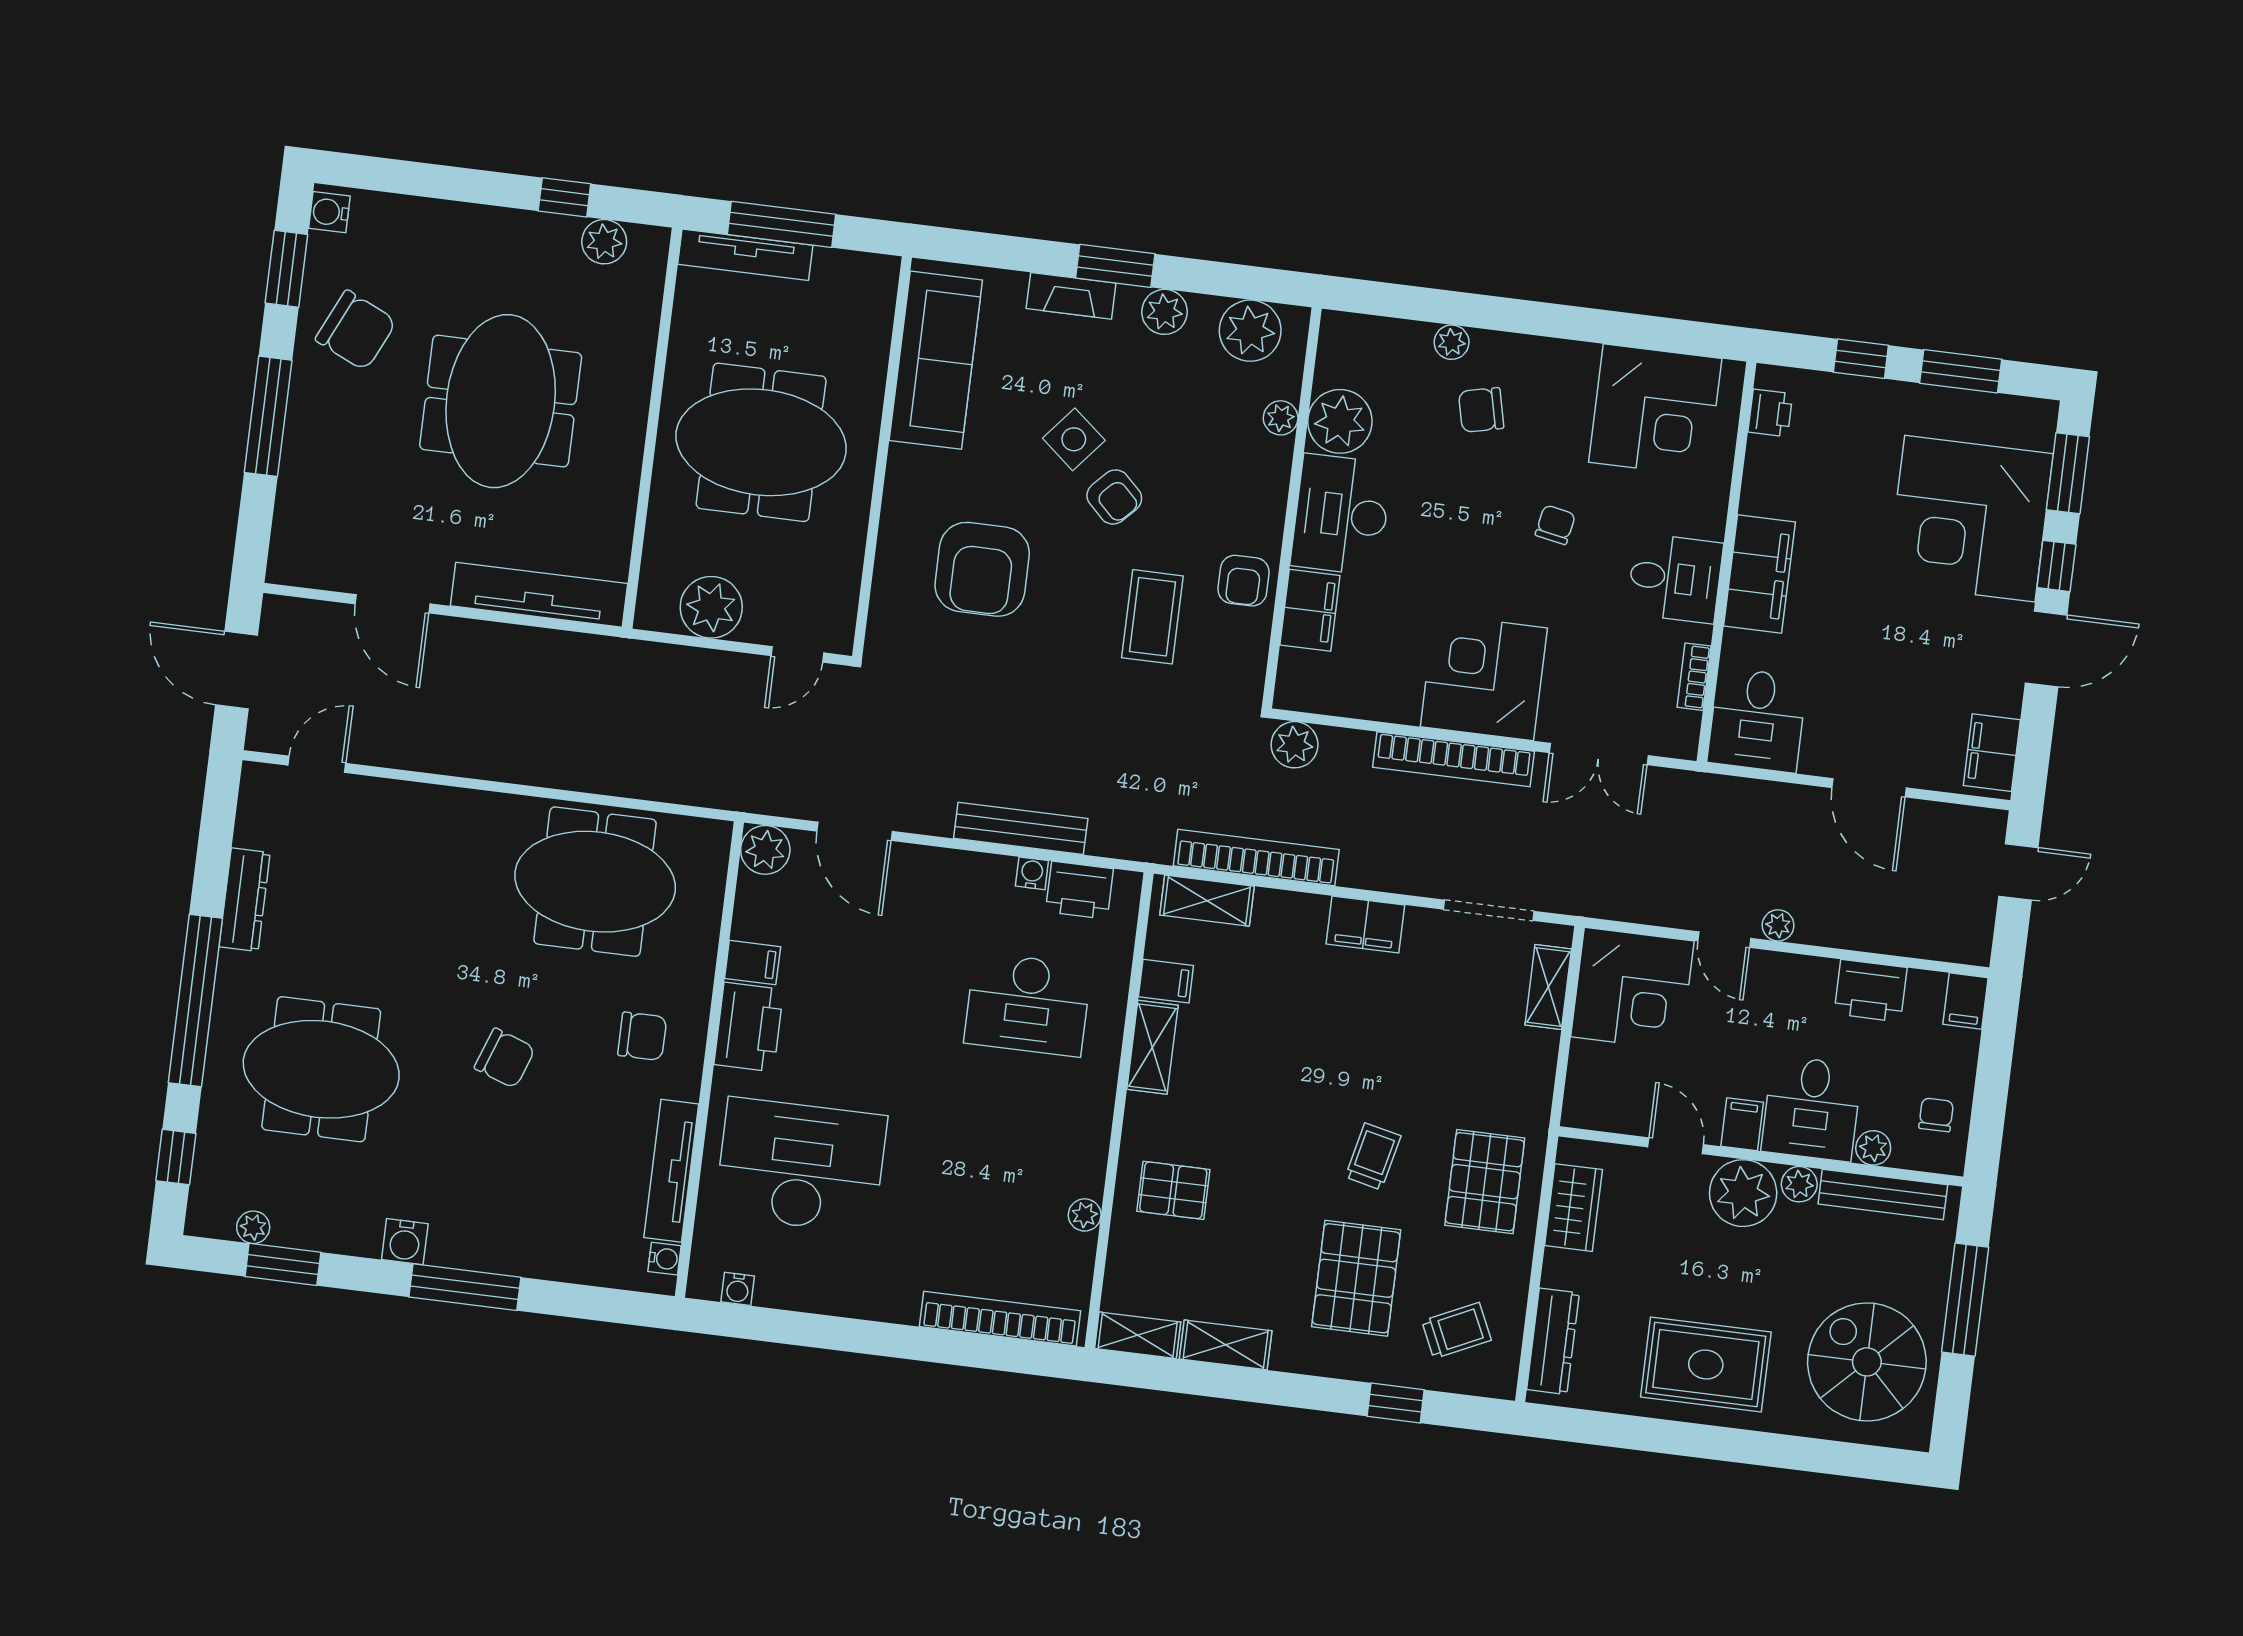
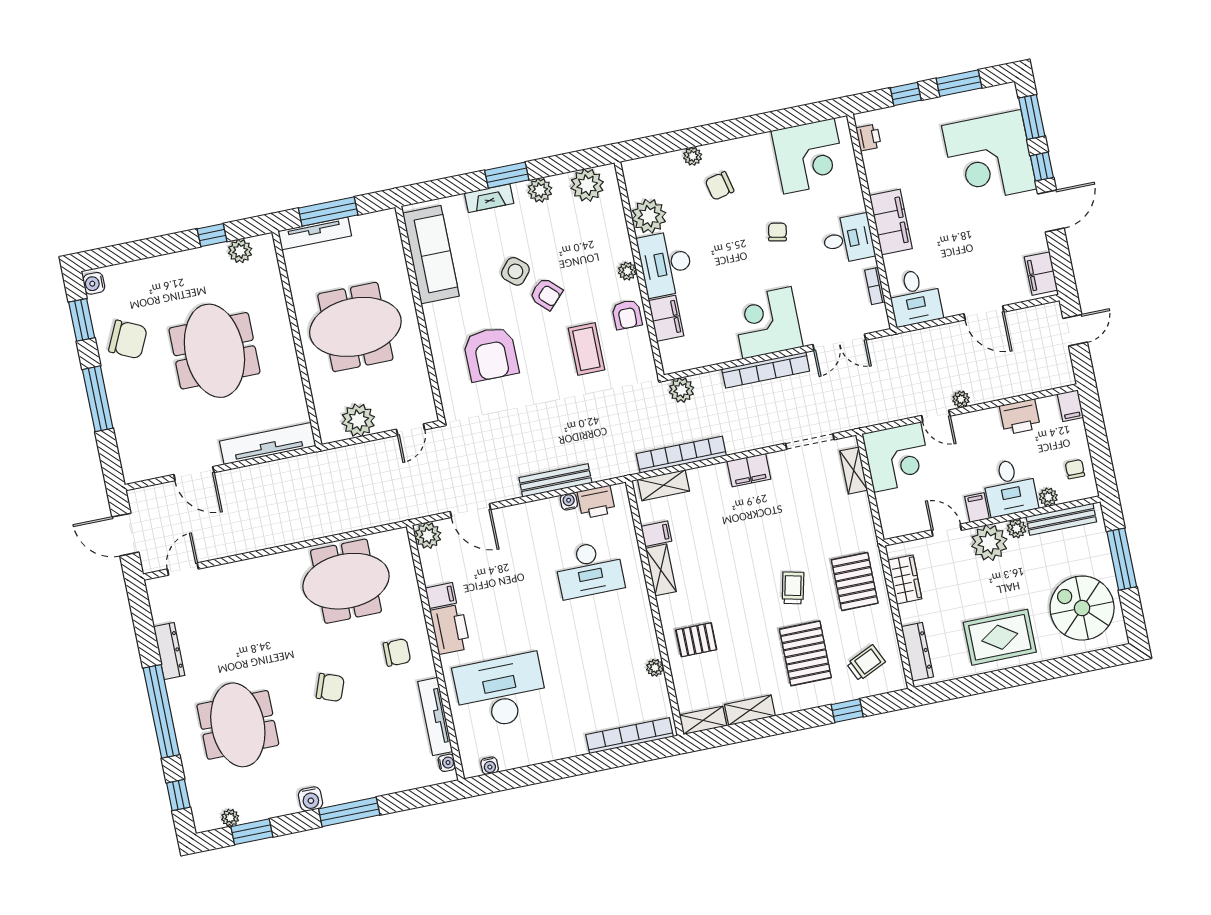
plant: (1281, 418) -> (627, 271), moved
meeting table: (321, 1069) -> (238, 725), turned 90

